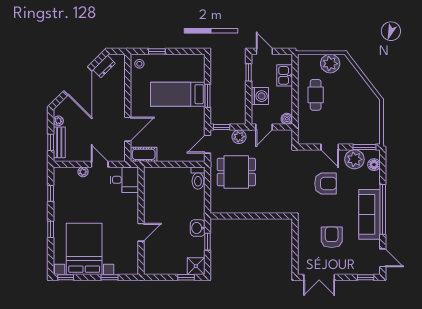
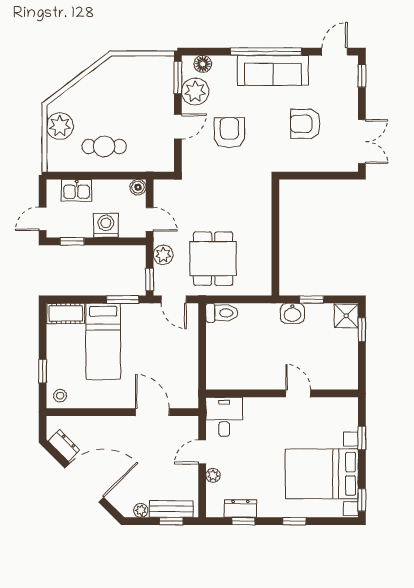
window: (207, 96) -> (123, 299), moved
cot: (144, 154) -> (66, 313), moved, turned 90
dresser: (60, 191) -> (240, 508), added

